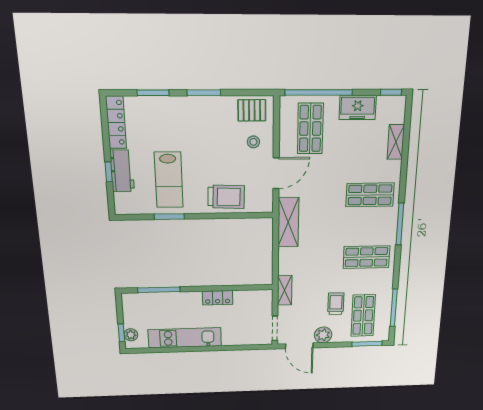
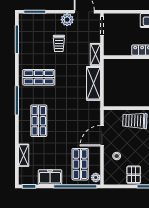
plant: (286, 107) -> (96, 178), added
pallet: (252, 110) -> (134, 175), moved, turned 90
shop shelf: (370, 195) -> (39, 121), turned 90
shelving: (288, 222) -> (93, 83), moved
shop shelf: (363, 316) -> (39, 34), removed

